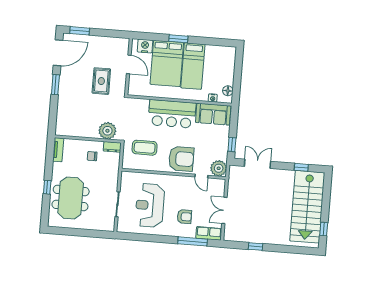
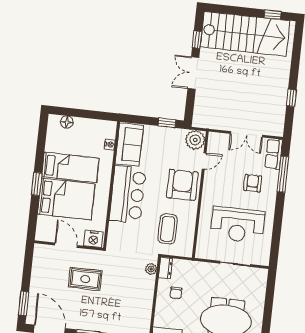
nightstand: (145, 46) -> (93, 239), moved, turned -90
door: (129, 64) -> (66, 245), hinge flipped
floor lamp: (228, 91) -> (67, 122), moved
plant: (107, 131) -> (151, 269), width x0.53, depth x0.53
double door: (257, 164) -> (193, 73), moved

